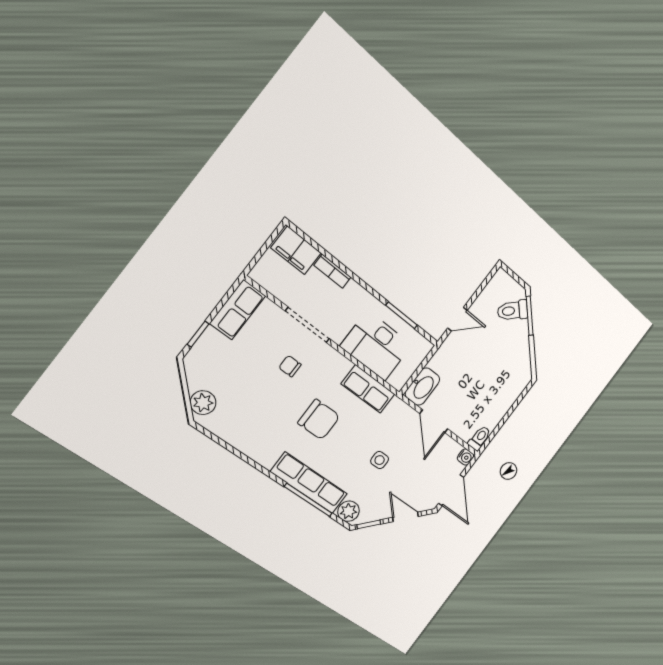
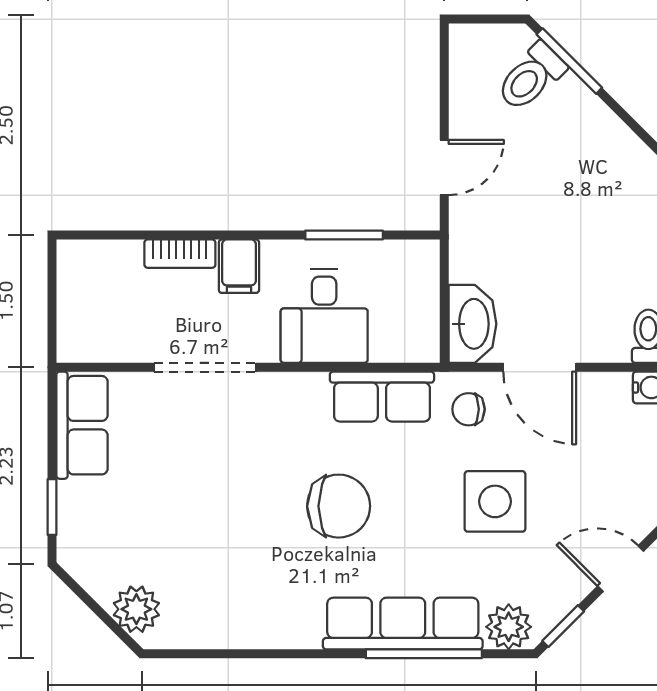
filing cabinet: (296, 250) -> (239, 266), moved, width x0.50
desk: (376, 346) -> (324, 316), width x0.73
chair: (290, 366) -> (469, 409), moved
side table: (380, 460) -> (495, 501), width x1.87, depth x1.87

